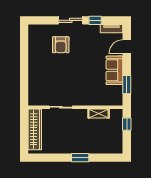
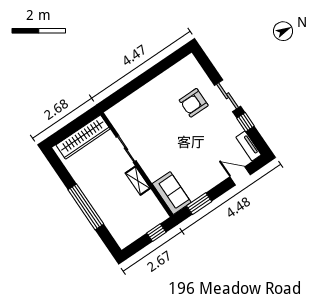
sofa: (114, 70) -> (172, 193), moved, turned 90
shelving: (99, 113) -> (138, 181), moved
window: (80, 158) -> (86, 207), width x2.11

